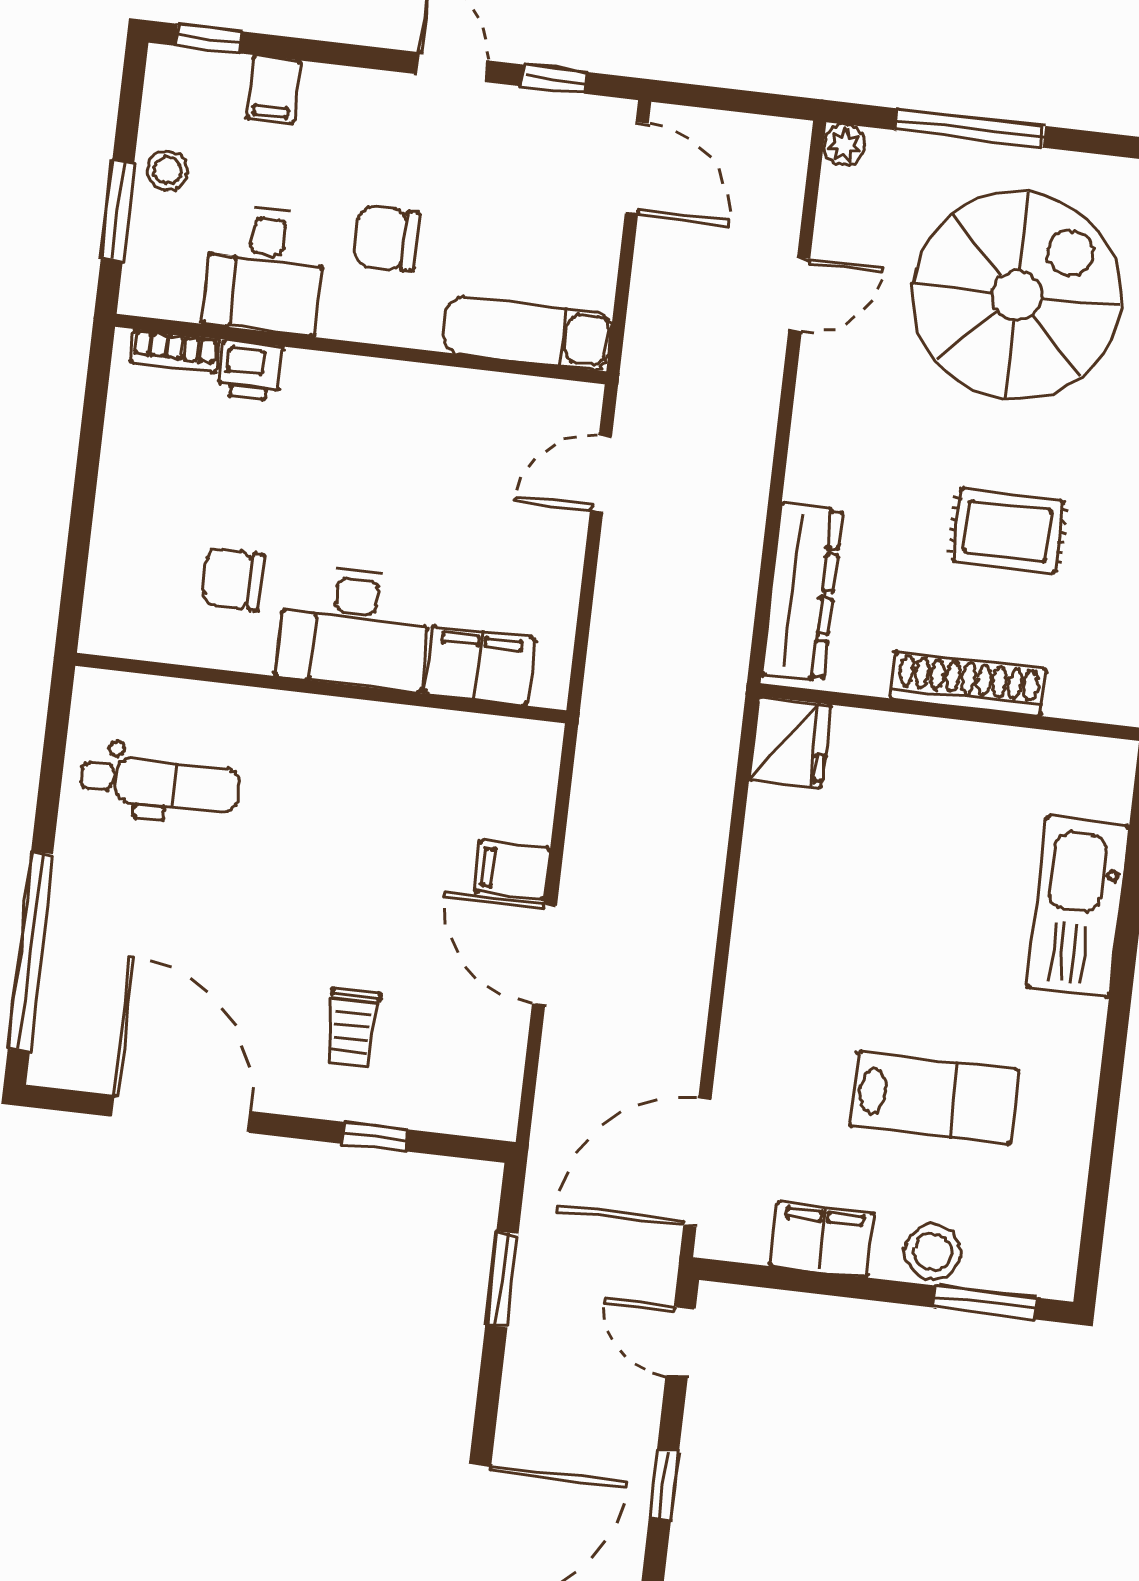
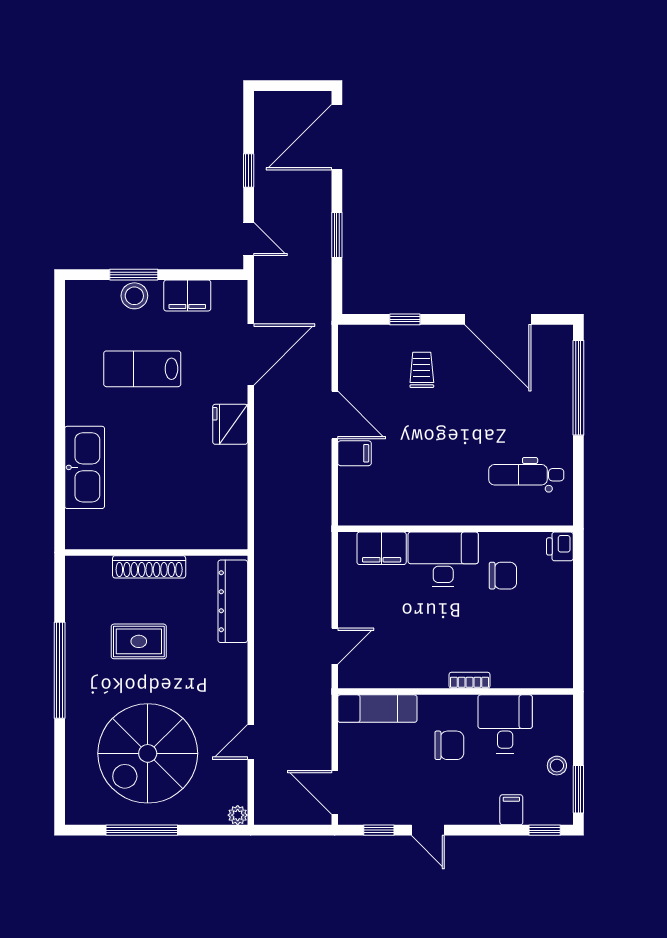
window: (970, 128) -> (142, 830), moved
window: (117, 211) -> (578, 789), moved
bookcase: (175, 351) -> (469, 680), moved
printer: (250, 371) -> (560, 546), moved, turned -90
fridge: (790, 742) -> (230, 424), moved
door: (697, 1162) -> (251, 354), moved
window: (502, 1279) -> (337, 235), moved
window: (985, 1303) -> (134, 275), moved

